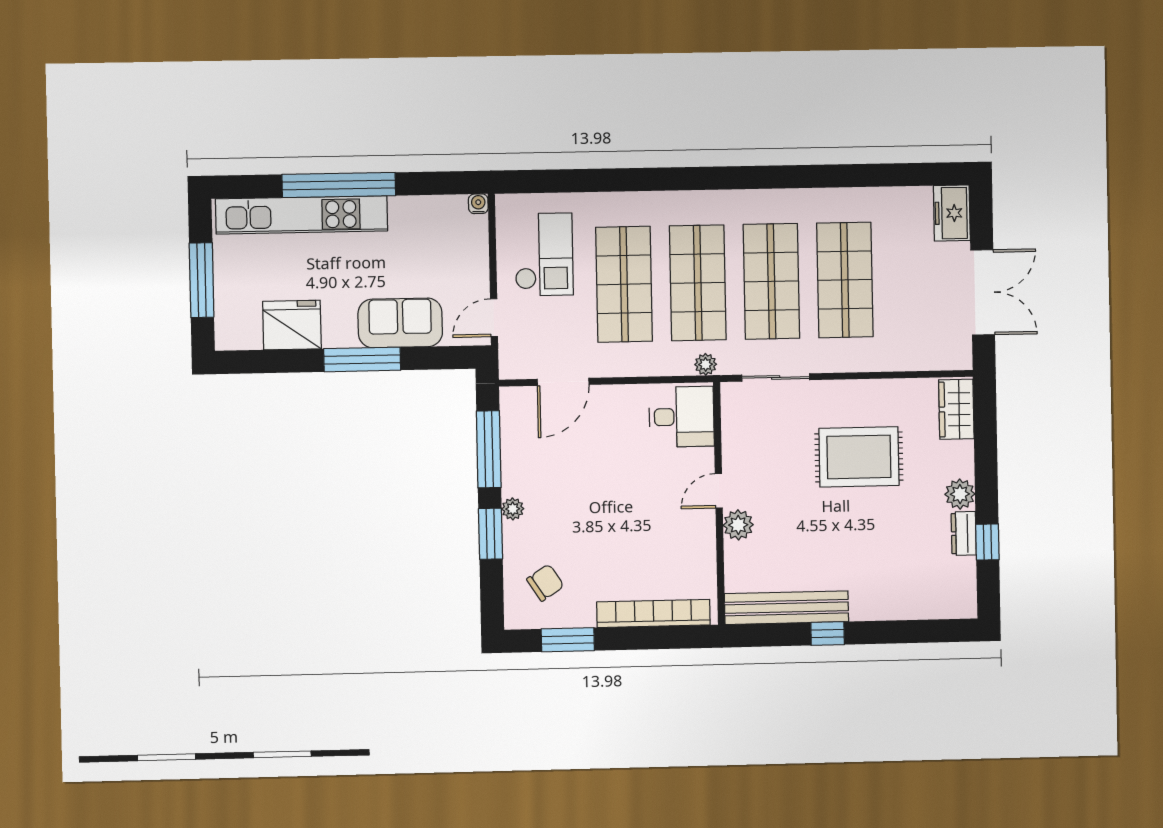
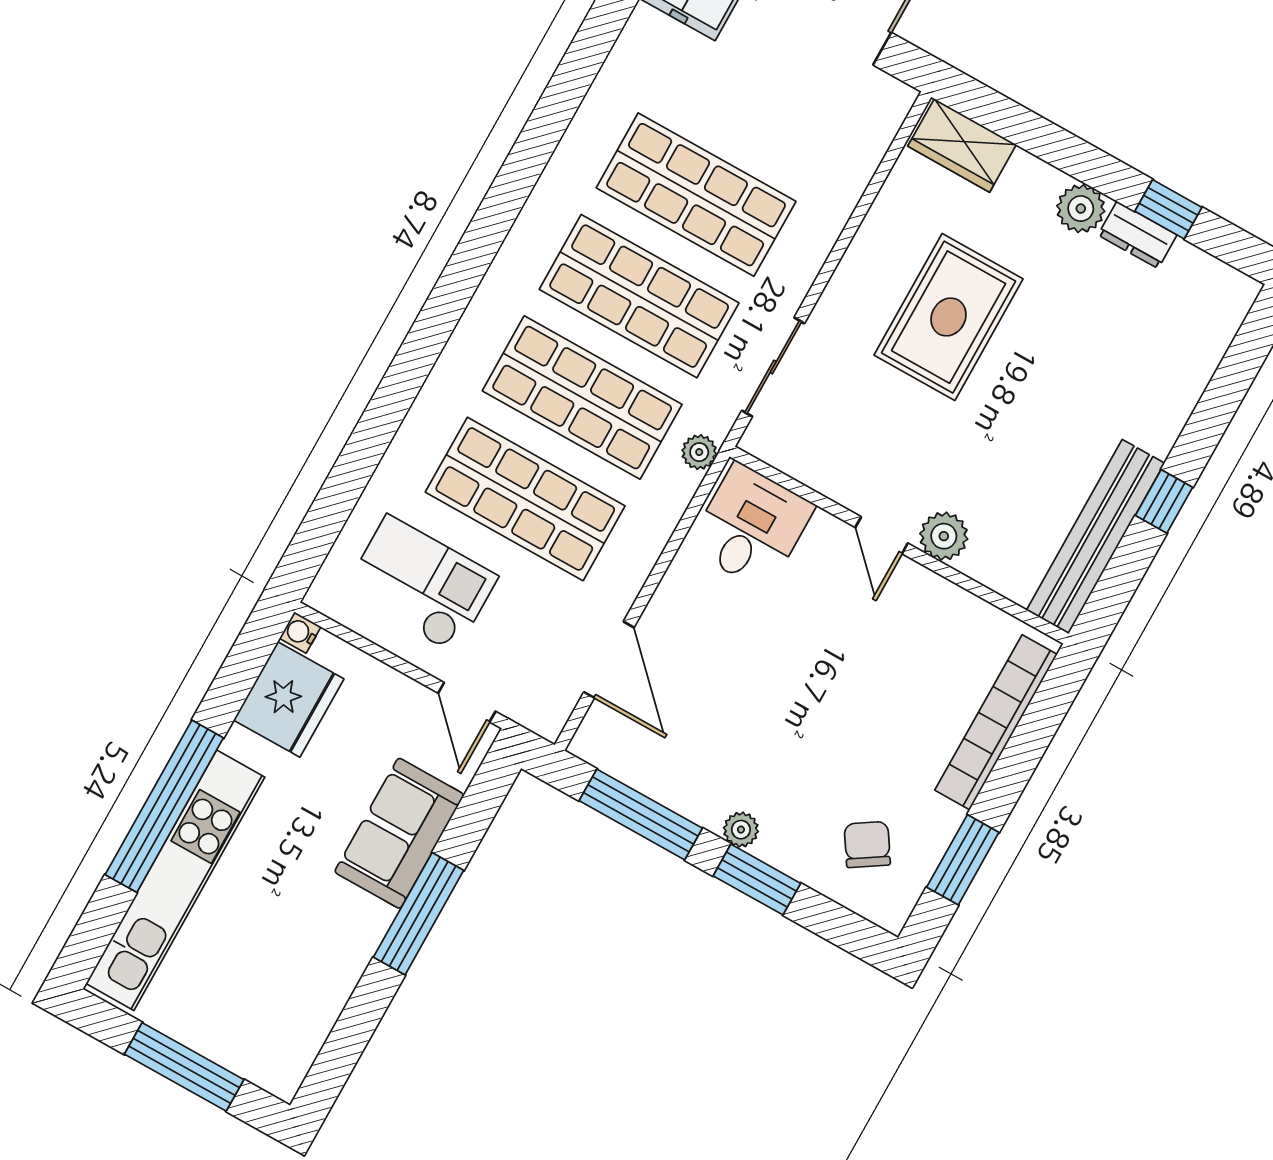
fridge: (292, 325) -> (289, 700), moved, turned 180

